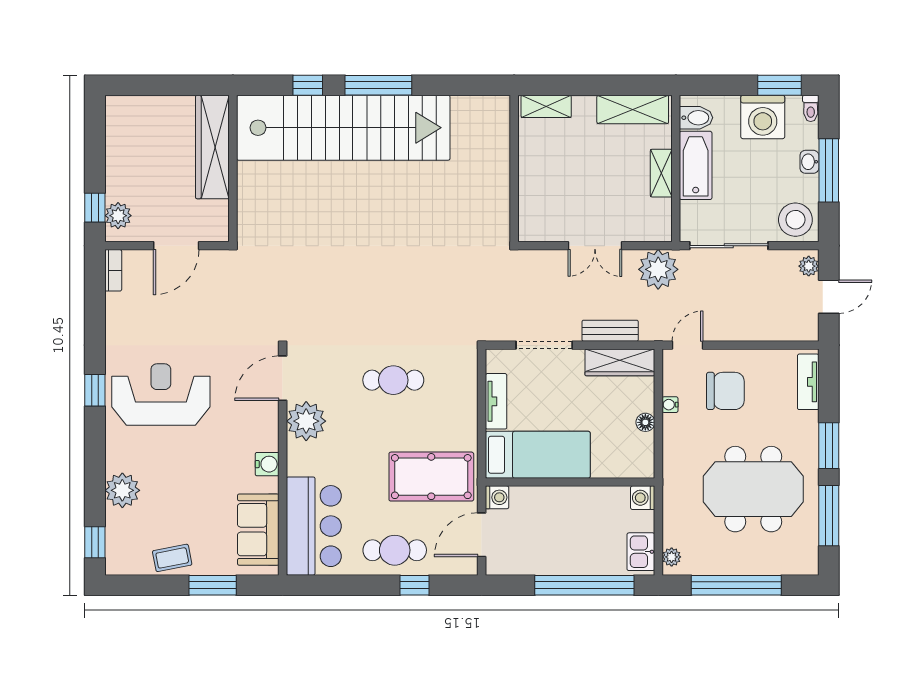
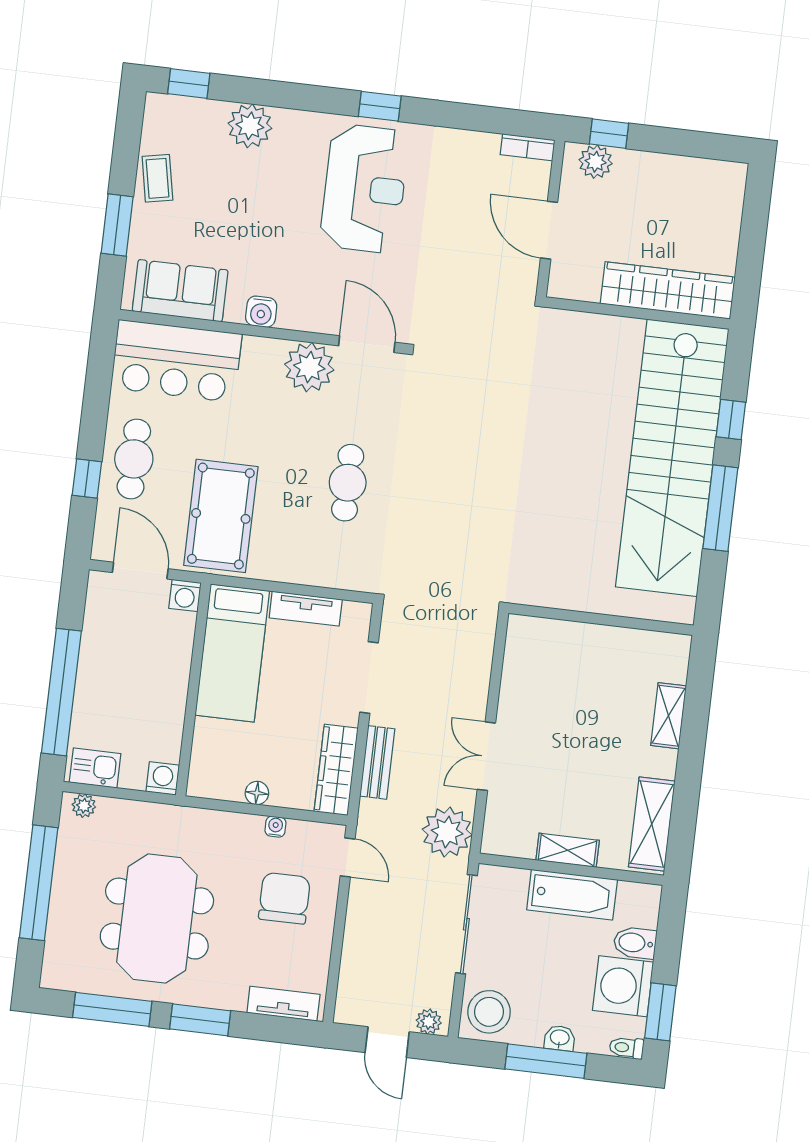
bidet: (696, 118) -> (635, 943), moved, turned 90
wall: (514, 169) -> (601, 619), moved
chair: (725, 391) -> (284, 898), turned 180

